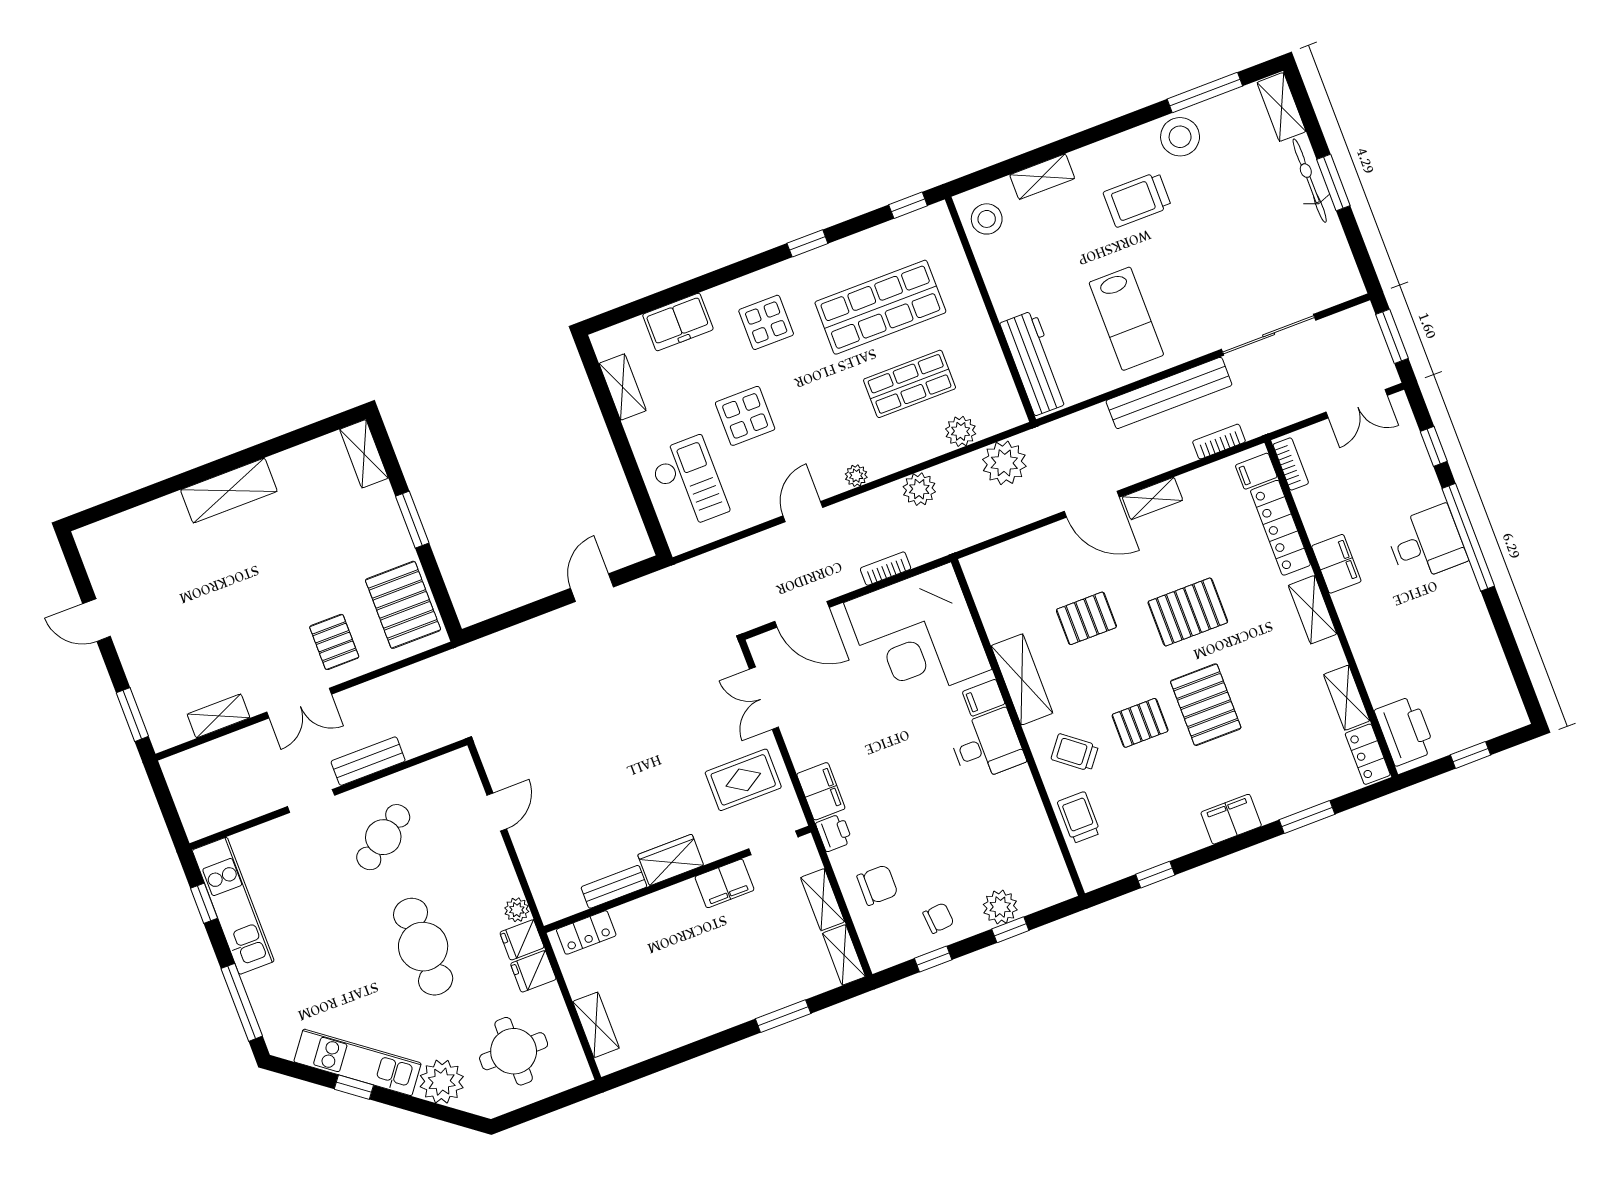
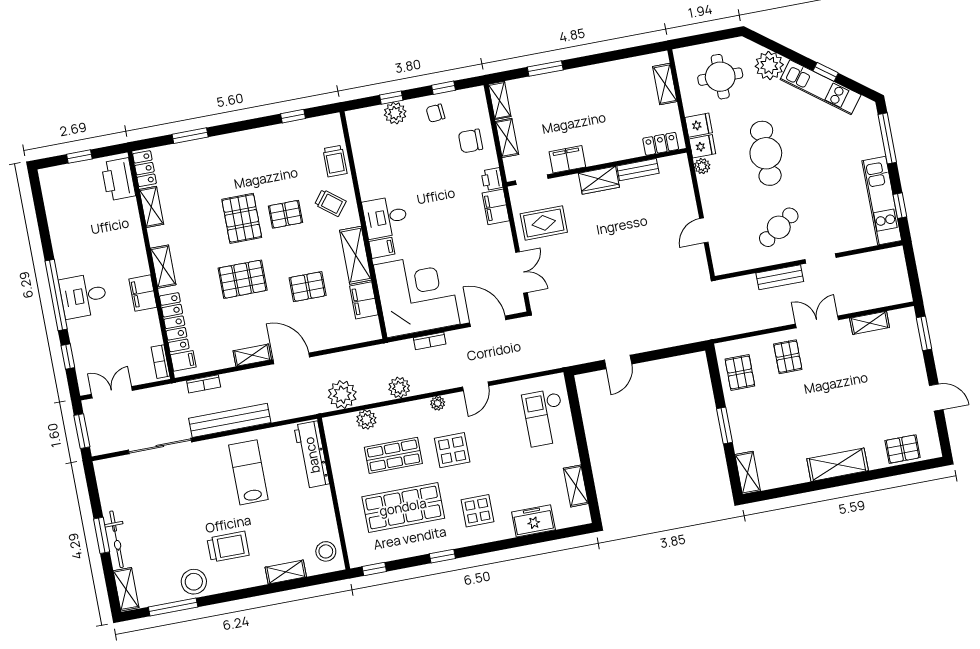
display table: (745, 416) -> (452, 450), moved
pallet: (134, 532) -> (903, 449), added
pallet: (403, 605) -> (740, 372), width x0.67, depth x0.71
filing cabinet: (1231, 819) -> (364, 300), moved, turned 90

